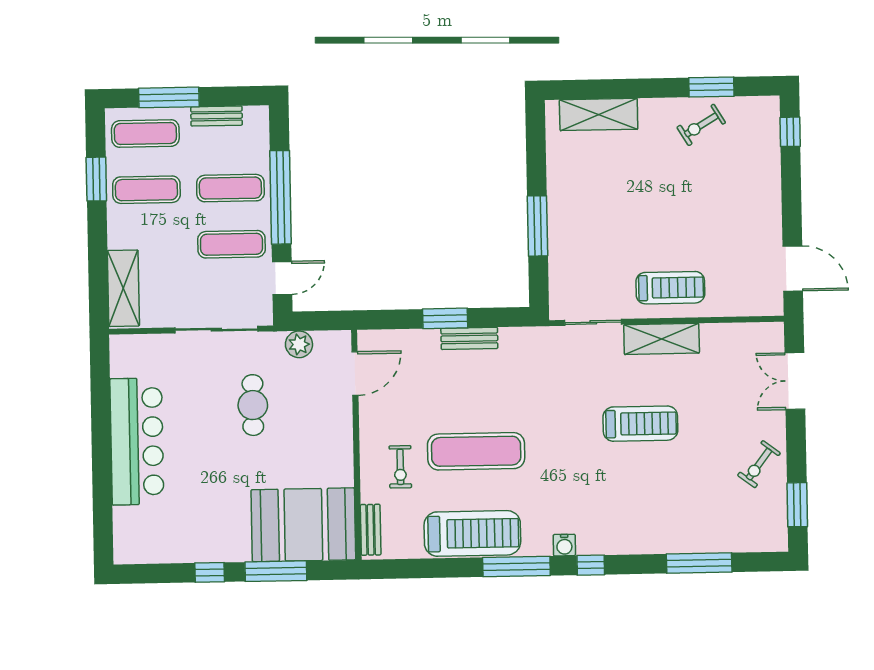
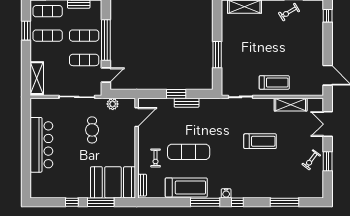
shelving: (662, 339) -> (291, 105), moved
window: (797, 505) -> (328, 161), moved

